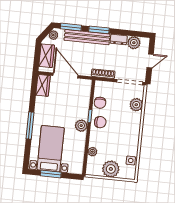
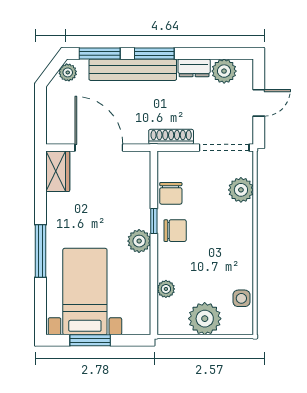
wardrobe: (47, 56) -> (59, 113), removed

